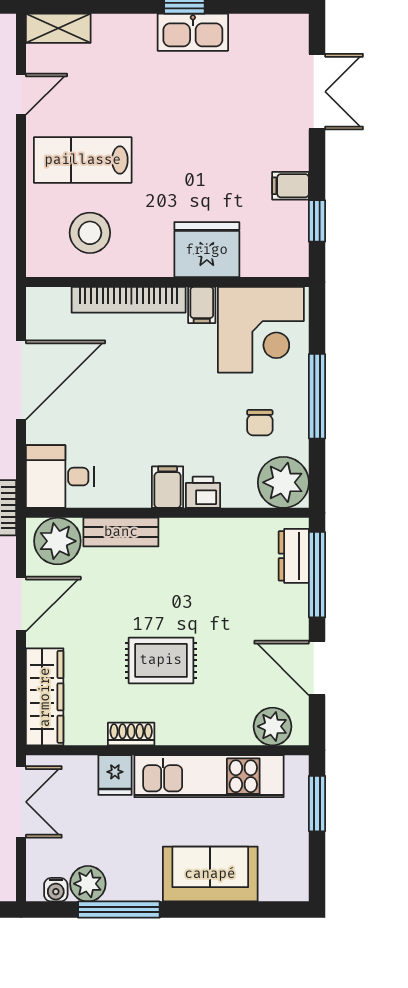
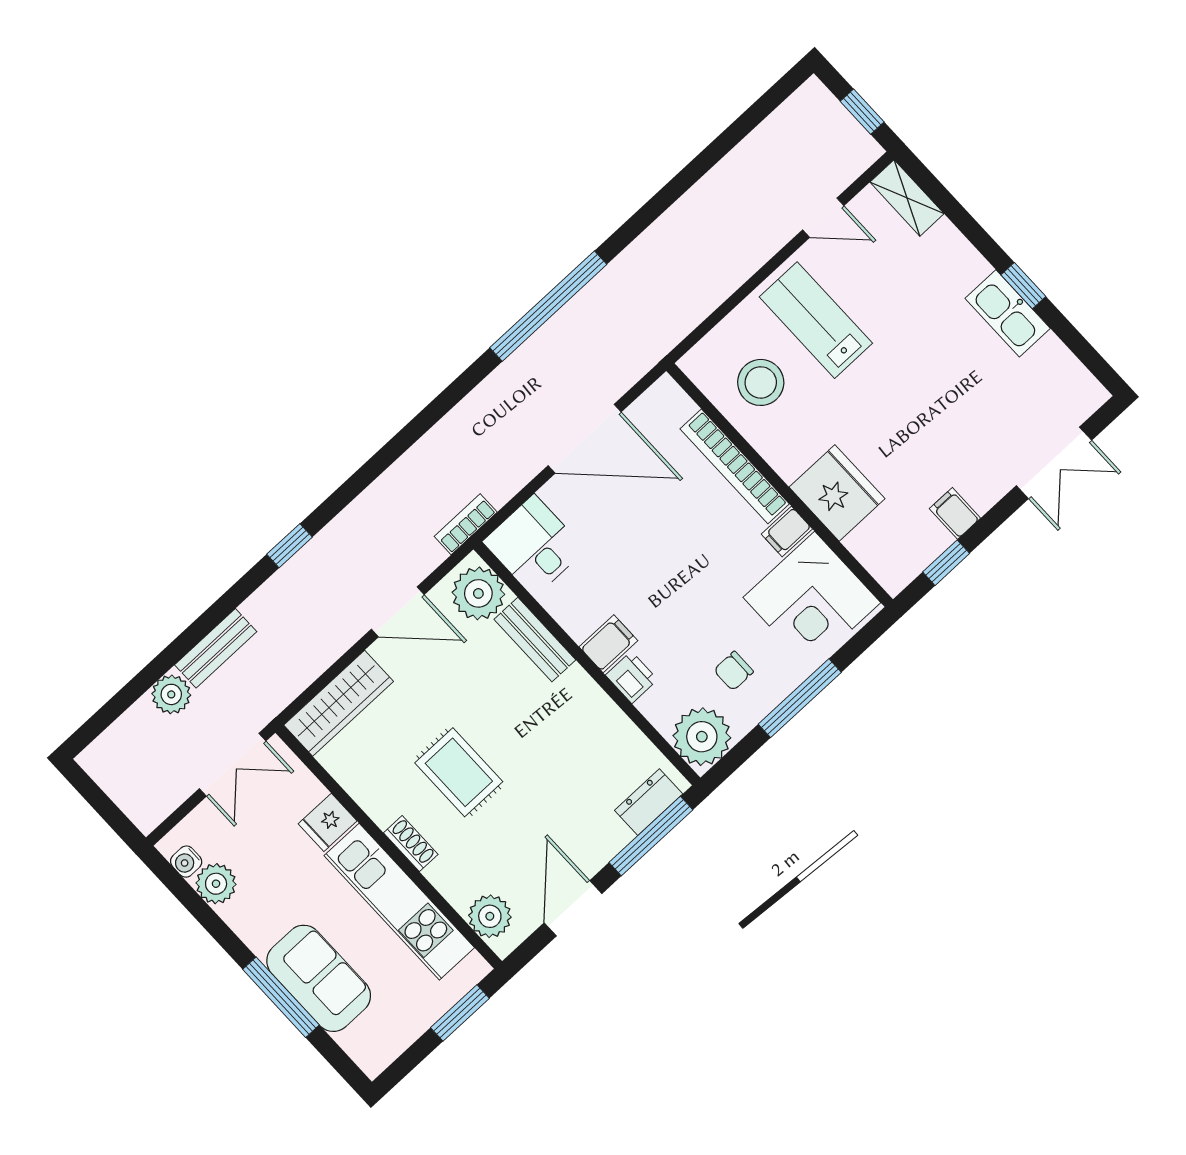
shoe rack: (131, 734) -> (411, 844), moved
window: (119, 910) -> (281, 997), moved

